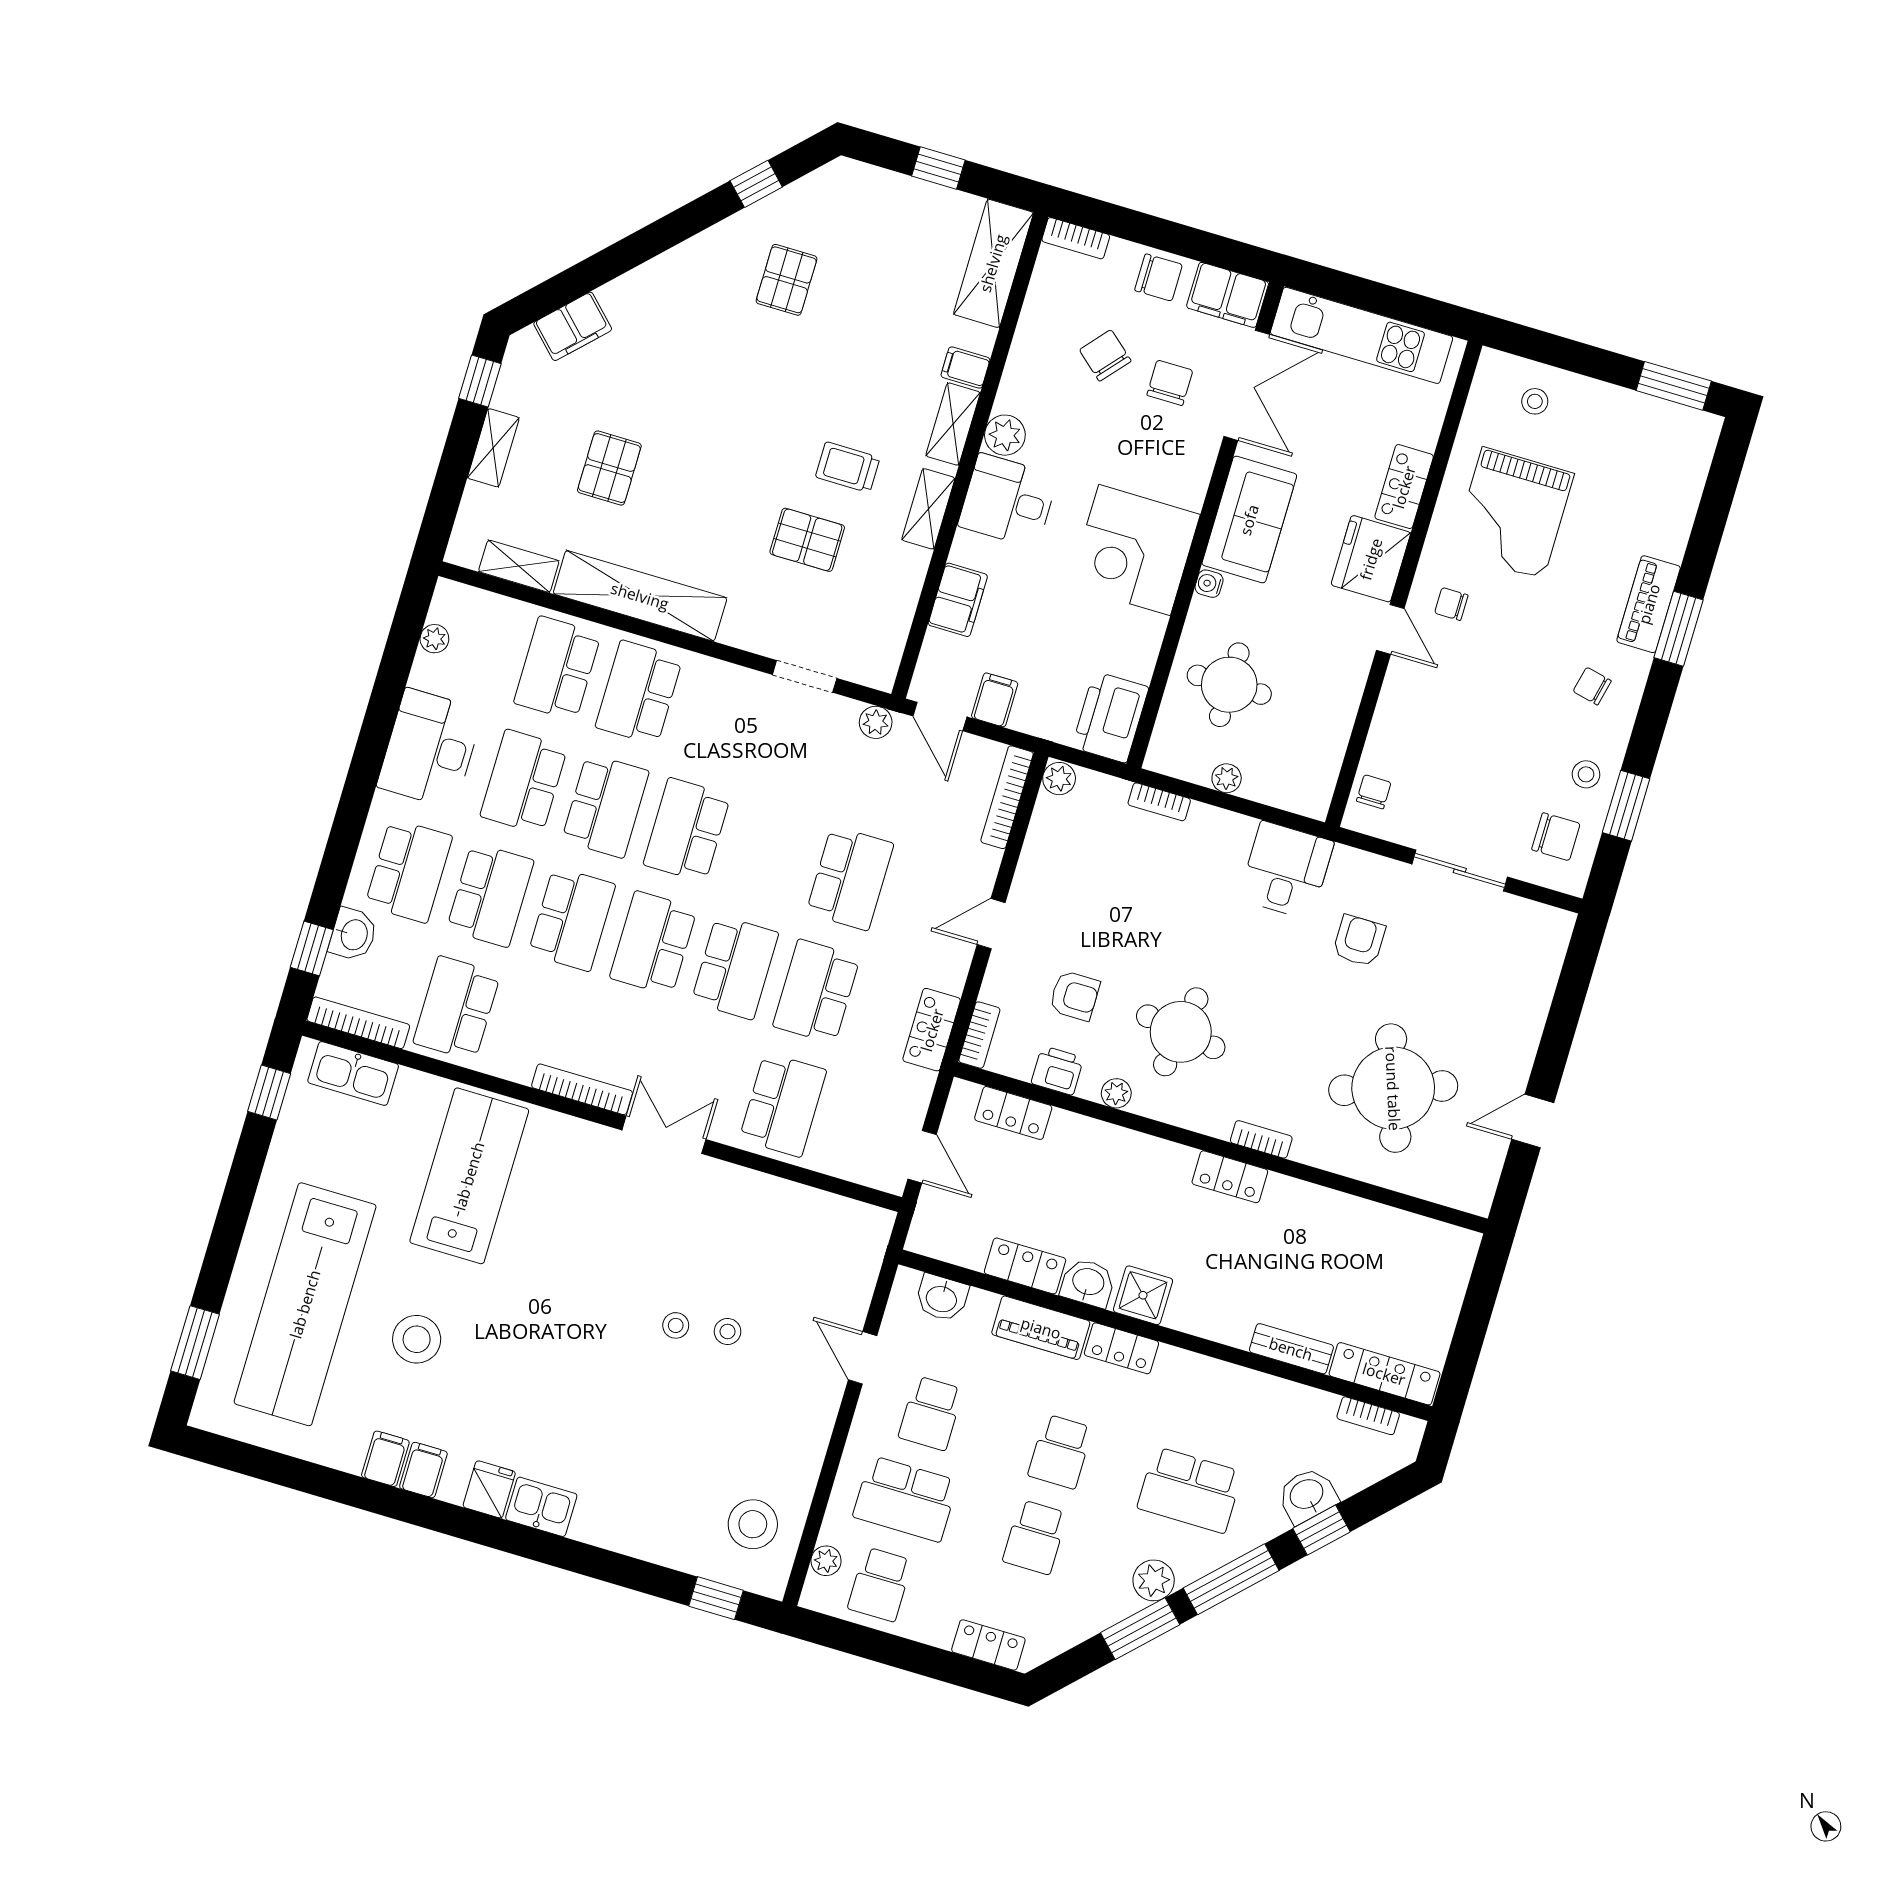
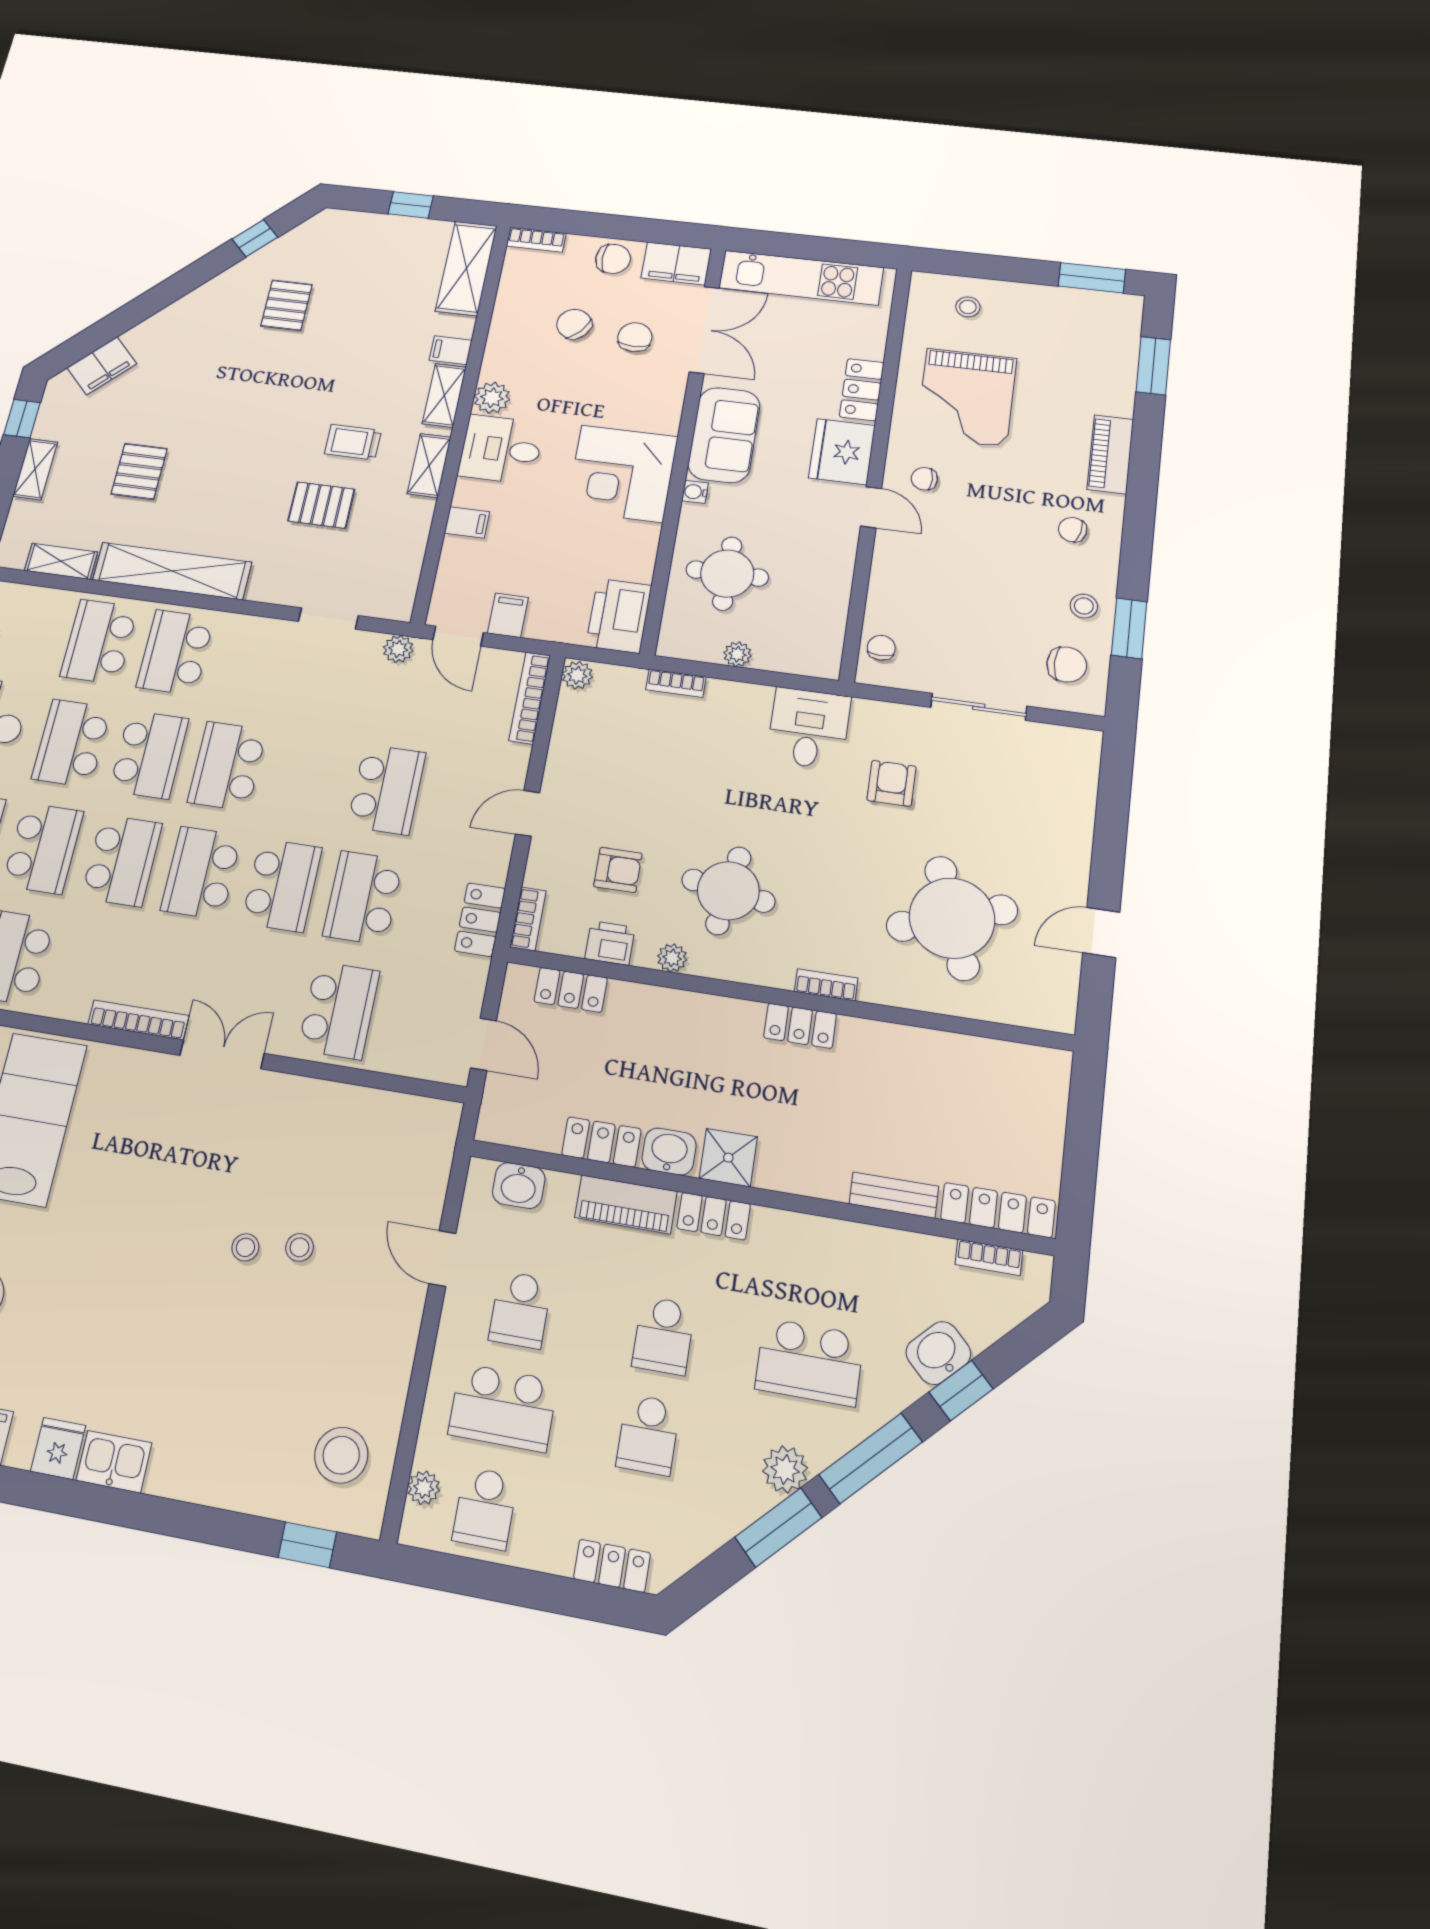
filing cabinet: (958, 600) -> (467, 522), width x0.50
window: (1678, 629) -> (1153, 366), moved

